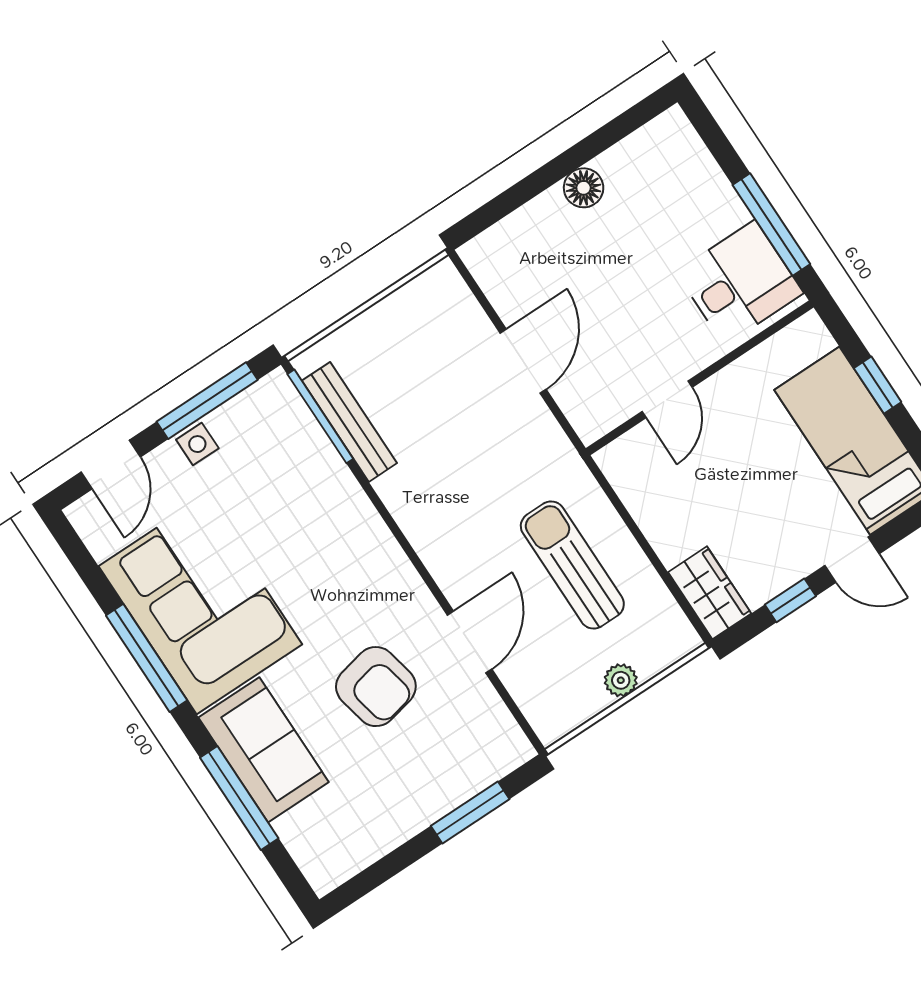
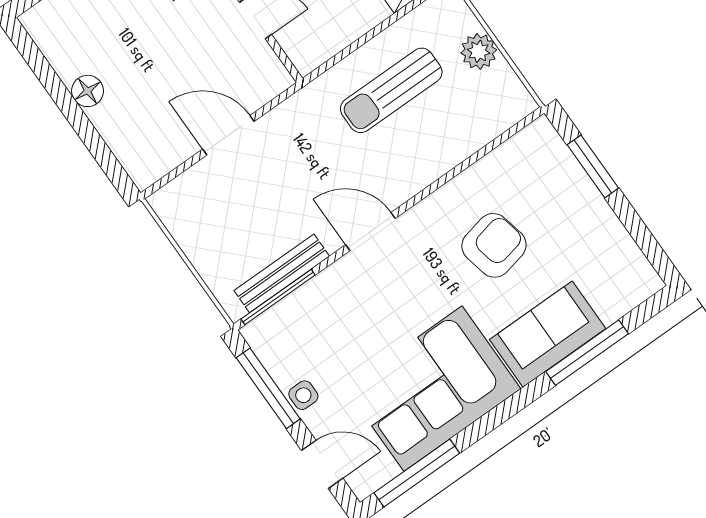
door: (470, 642) -> (370, 232), moved
window: (147, 658) -> (417, 473), moved
plant: (621, 680) -> (479, 51), width x1.38, depth x1.38

